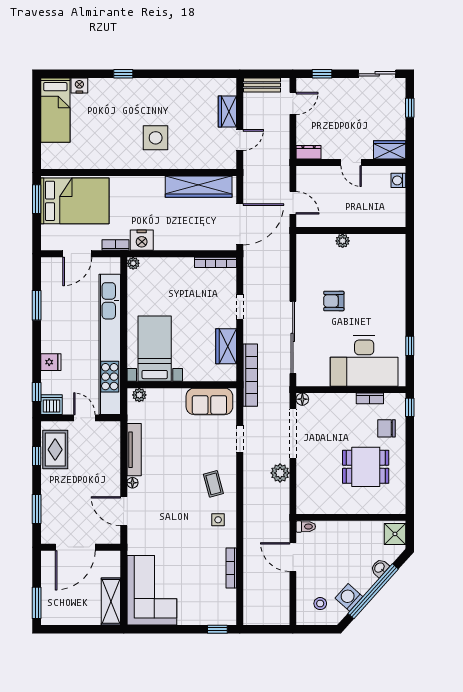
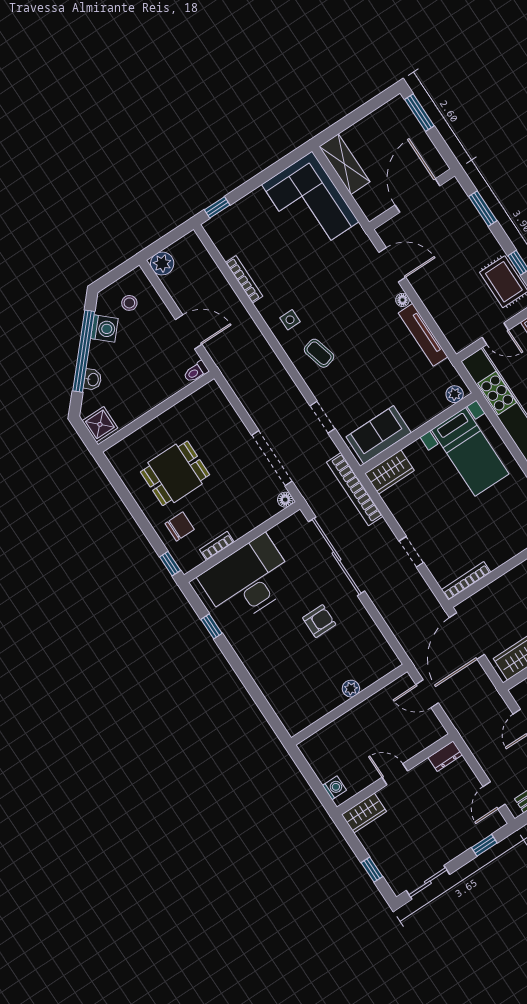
wardrobe: (226, 346) -> (389, 472), moved, turned 90
plant: (280, 473) -> (162, 264), moved

